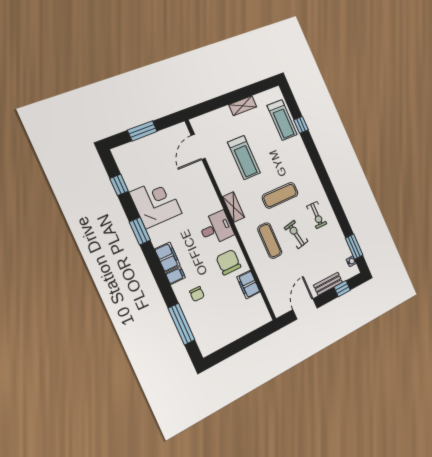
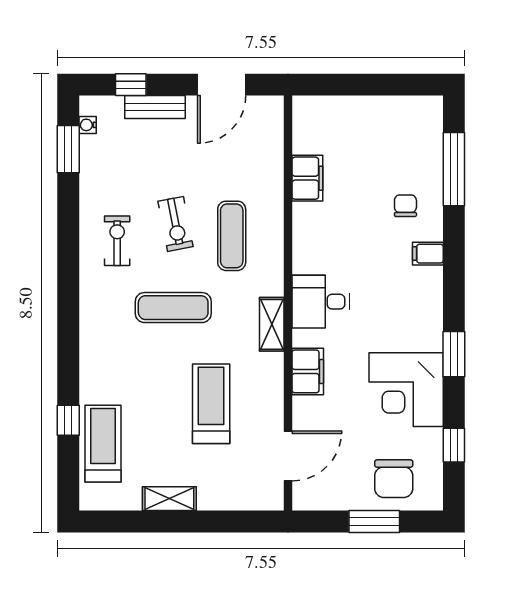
filing cabinet: (167, 257) -> (308, 371), moved, turned 180
chair: (228, 262) -> (394, 479), moved

